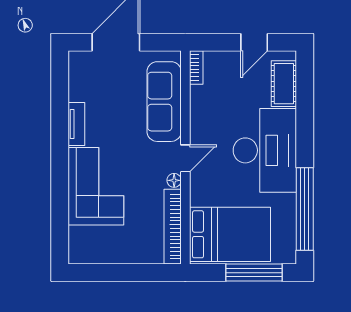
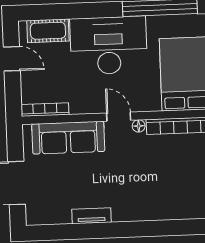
bookcase: (196, 67) -> (45, 110), width x1.56
corner sofa: (96, 186) -> (147, 196), removed

